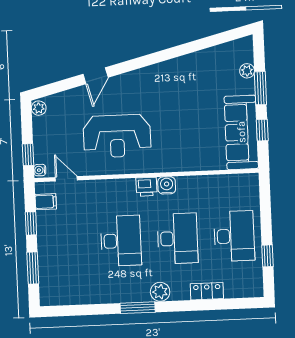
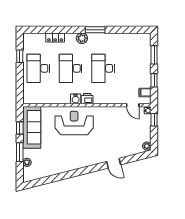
door: (96, 76) -> (114, 163), swing flipped
reception desk: (117, 136) -> (74, 123), moved

